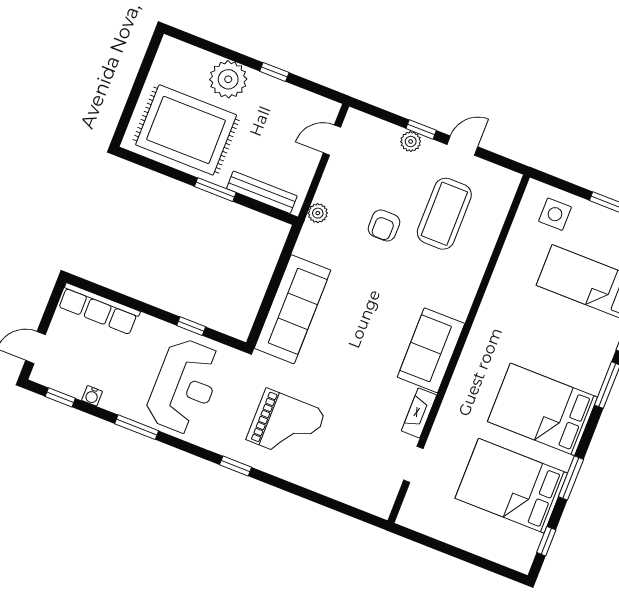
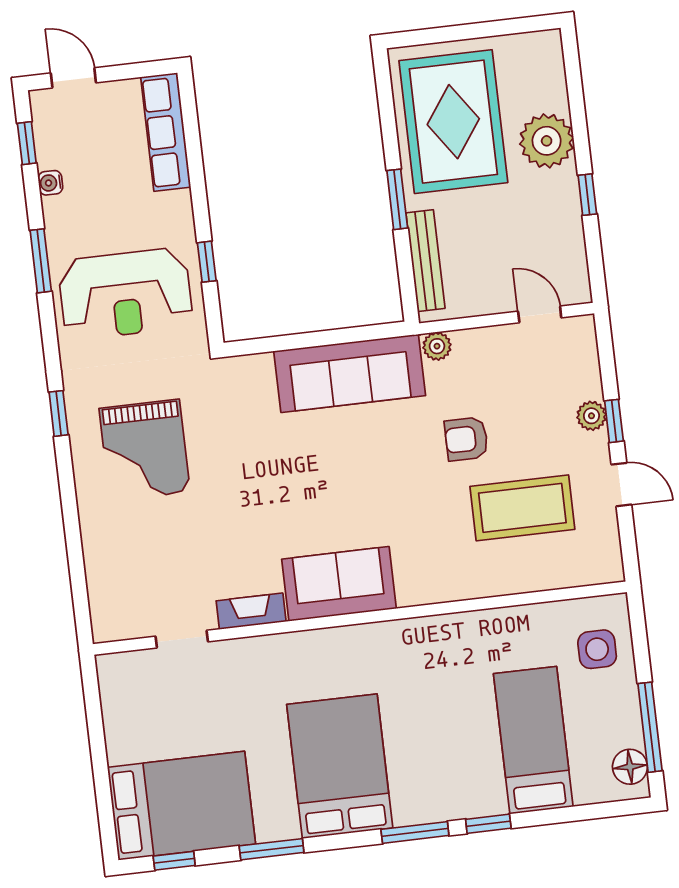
sofa: (293, 309) -> (350, 373), moved
bed: (511, 486) -> (181, 806), moved, turned 90

